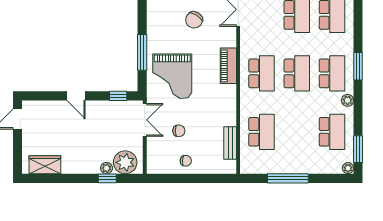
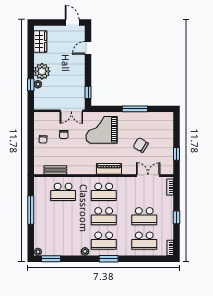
window: (142, 52) -> (135, 109), moved
door: (76, 96) -> (88, 48), moved
school desk: (332, 132) -> (63, 241), removed
plant: (125, 162) -> (42, 71), moved

